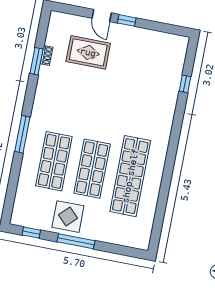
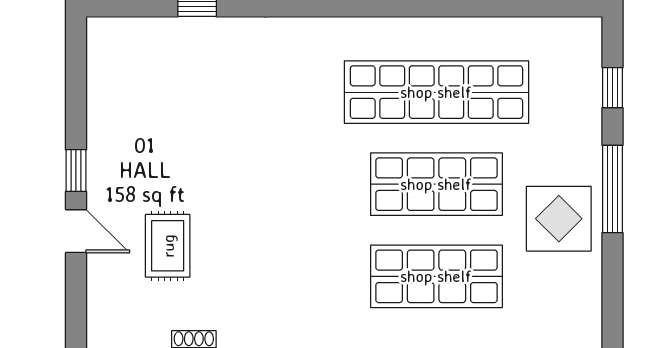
door: (102, 16) -> (76, 231), hinge flipped
rug: (88, 52) -> (168, 246), width x0.73, depth x0.70
window: (31, 233) -> (613, 88), moved

